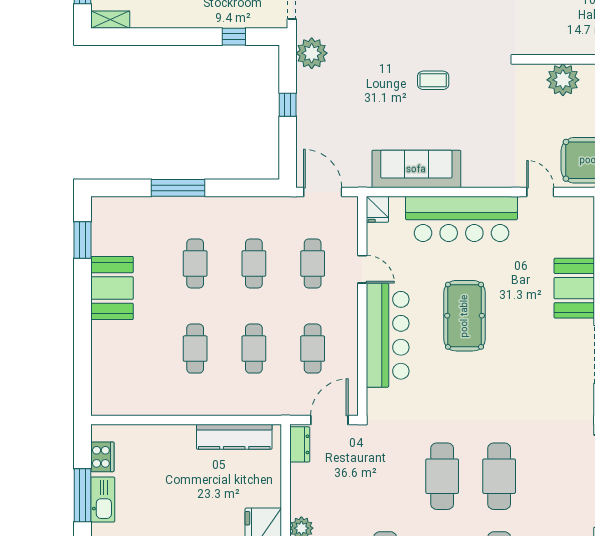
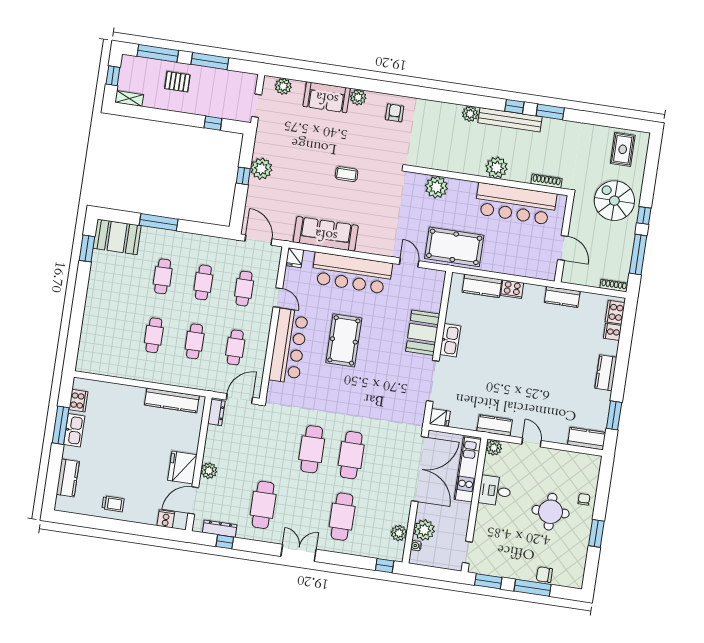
plant: (312, 53) -> (261, 169), moved
booth: (112, 288) -> (117, 237), moved, turned 90

